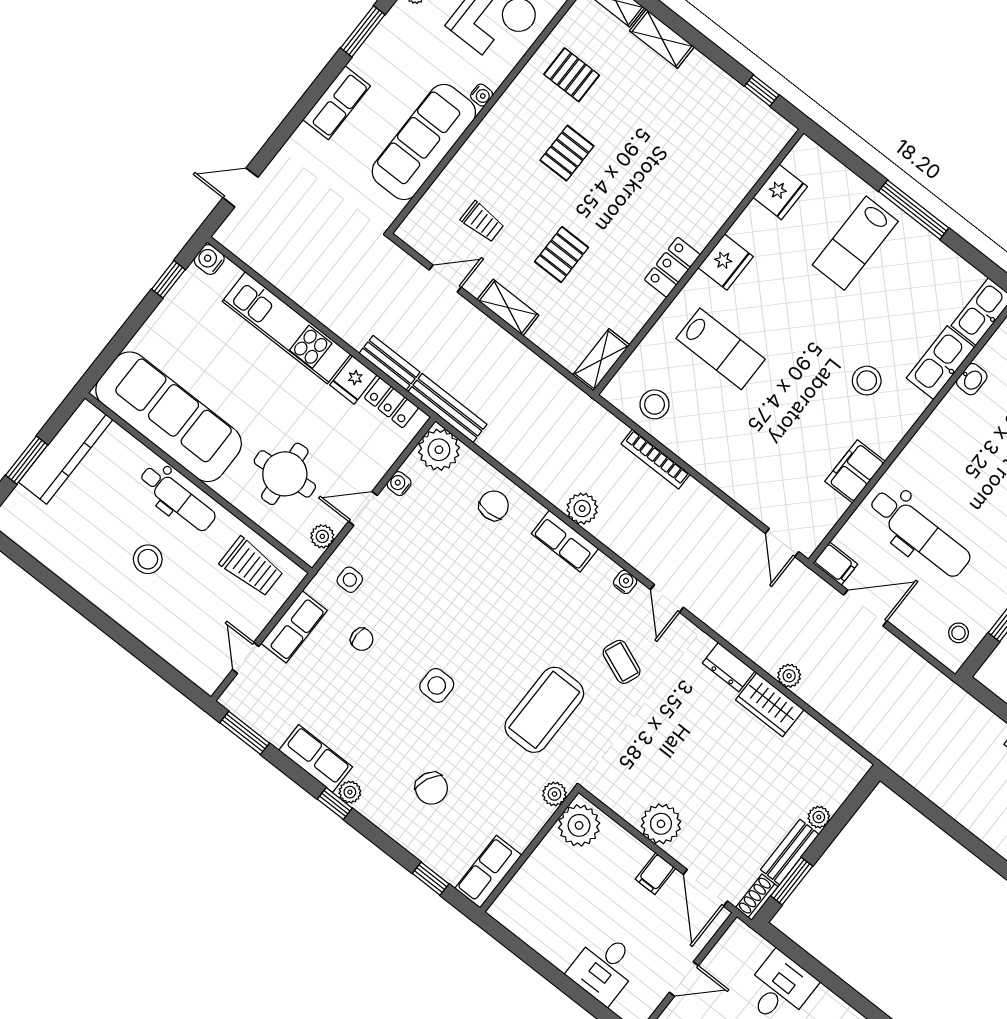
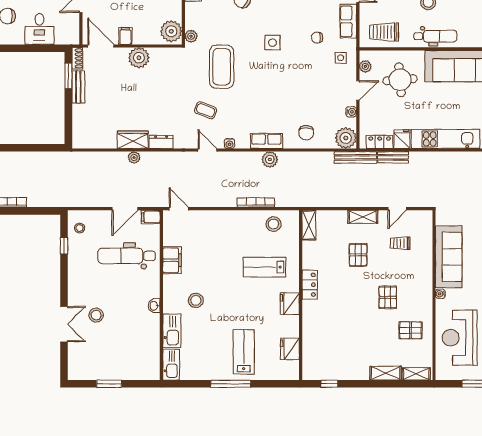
washbasin: (972, 379) -> (154, 306), moved
dental chair: (178, 498) -> (435, 36), turned 180
plant: (819, 817) -> (78, 110), removed

